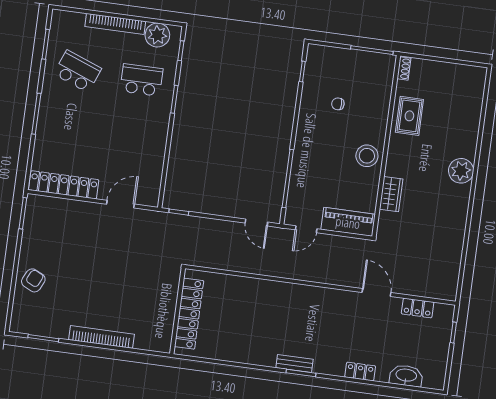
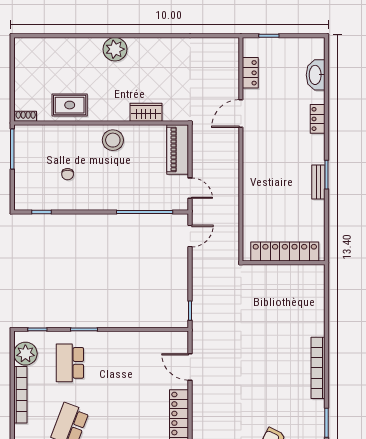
wall: (178, 311) -> (284, 263), moved
locker: (189, 314) -> (285, 252), moved

